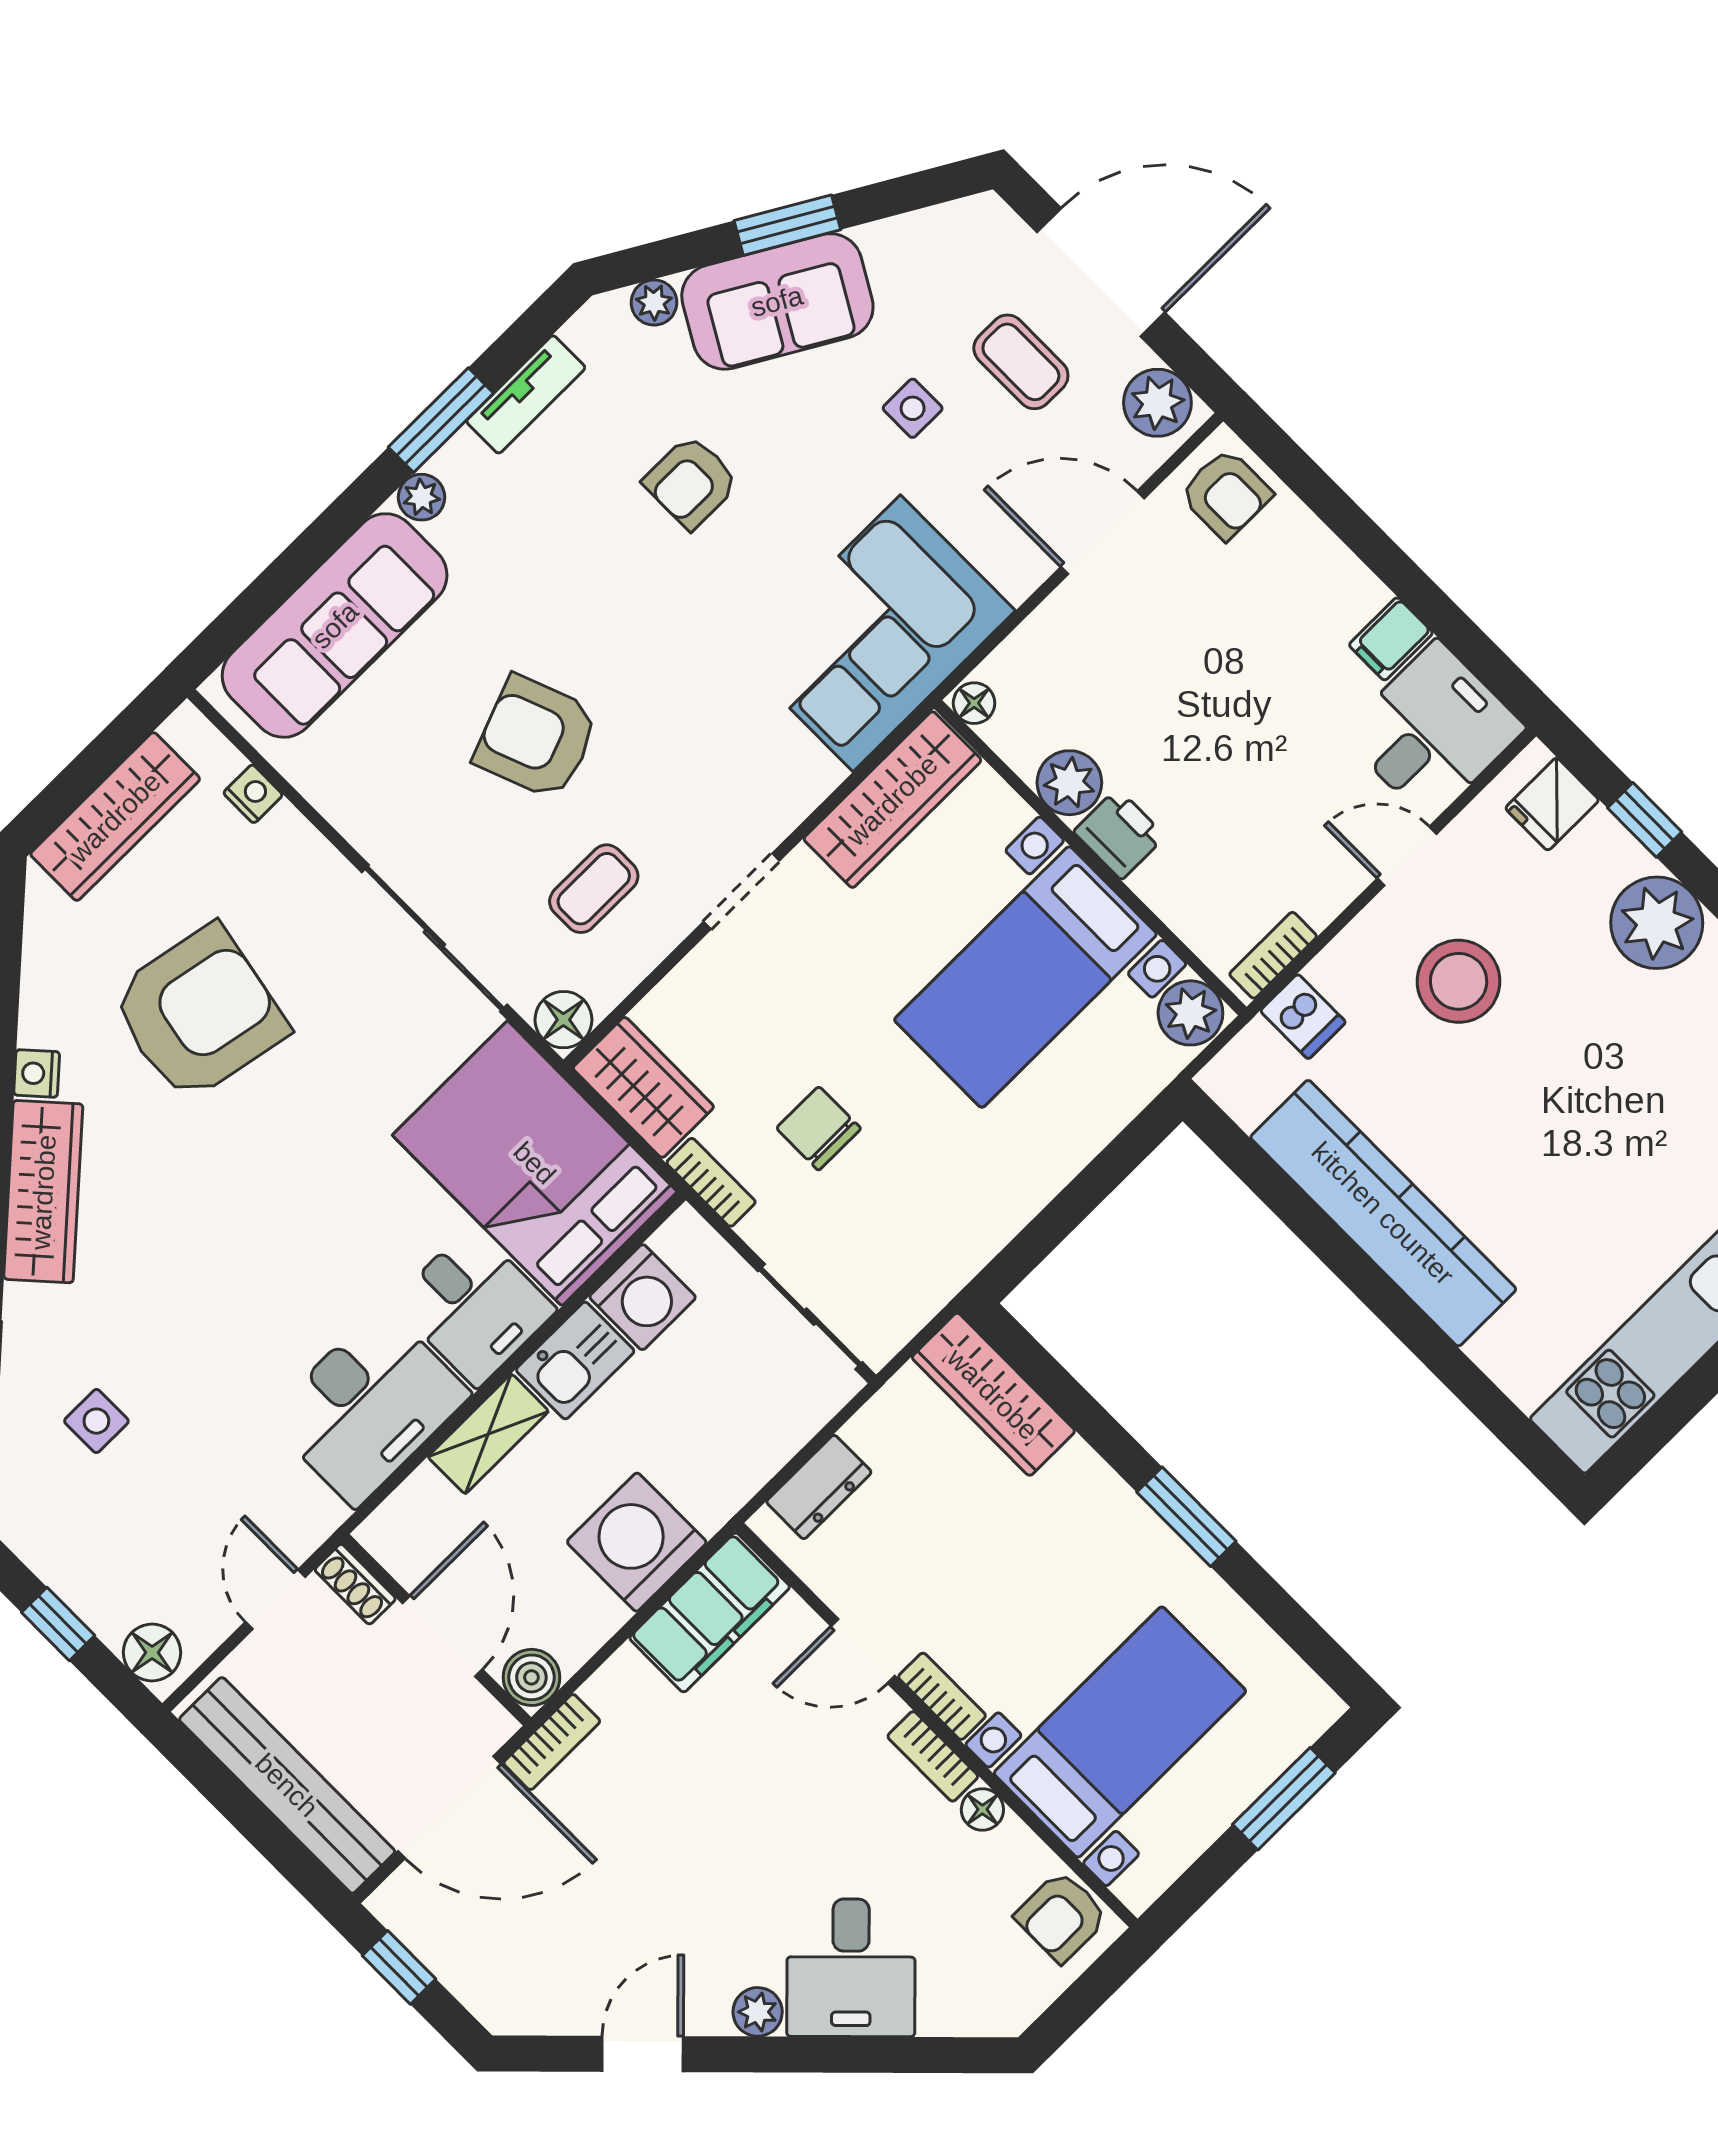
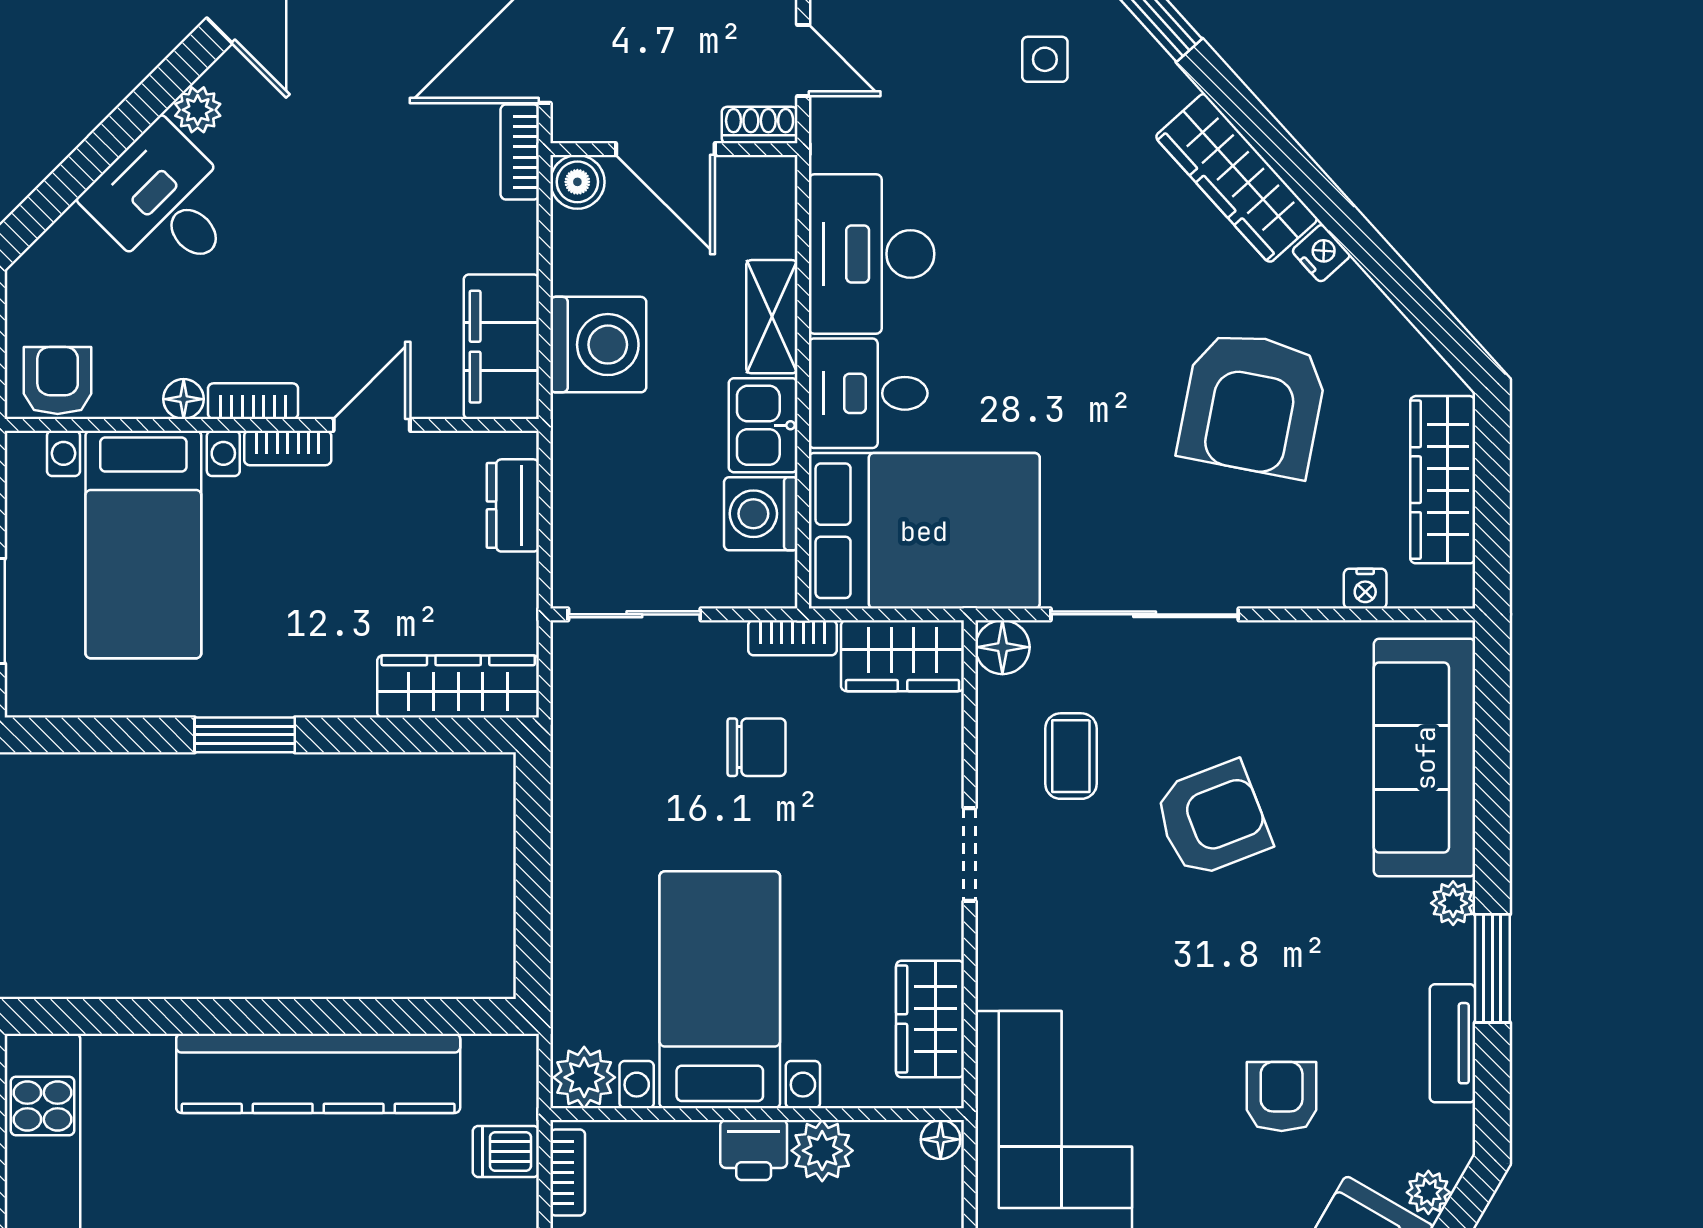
wardrobe: (892, 800) -> (930, 1019), width x0.67

